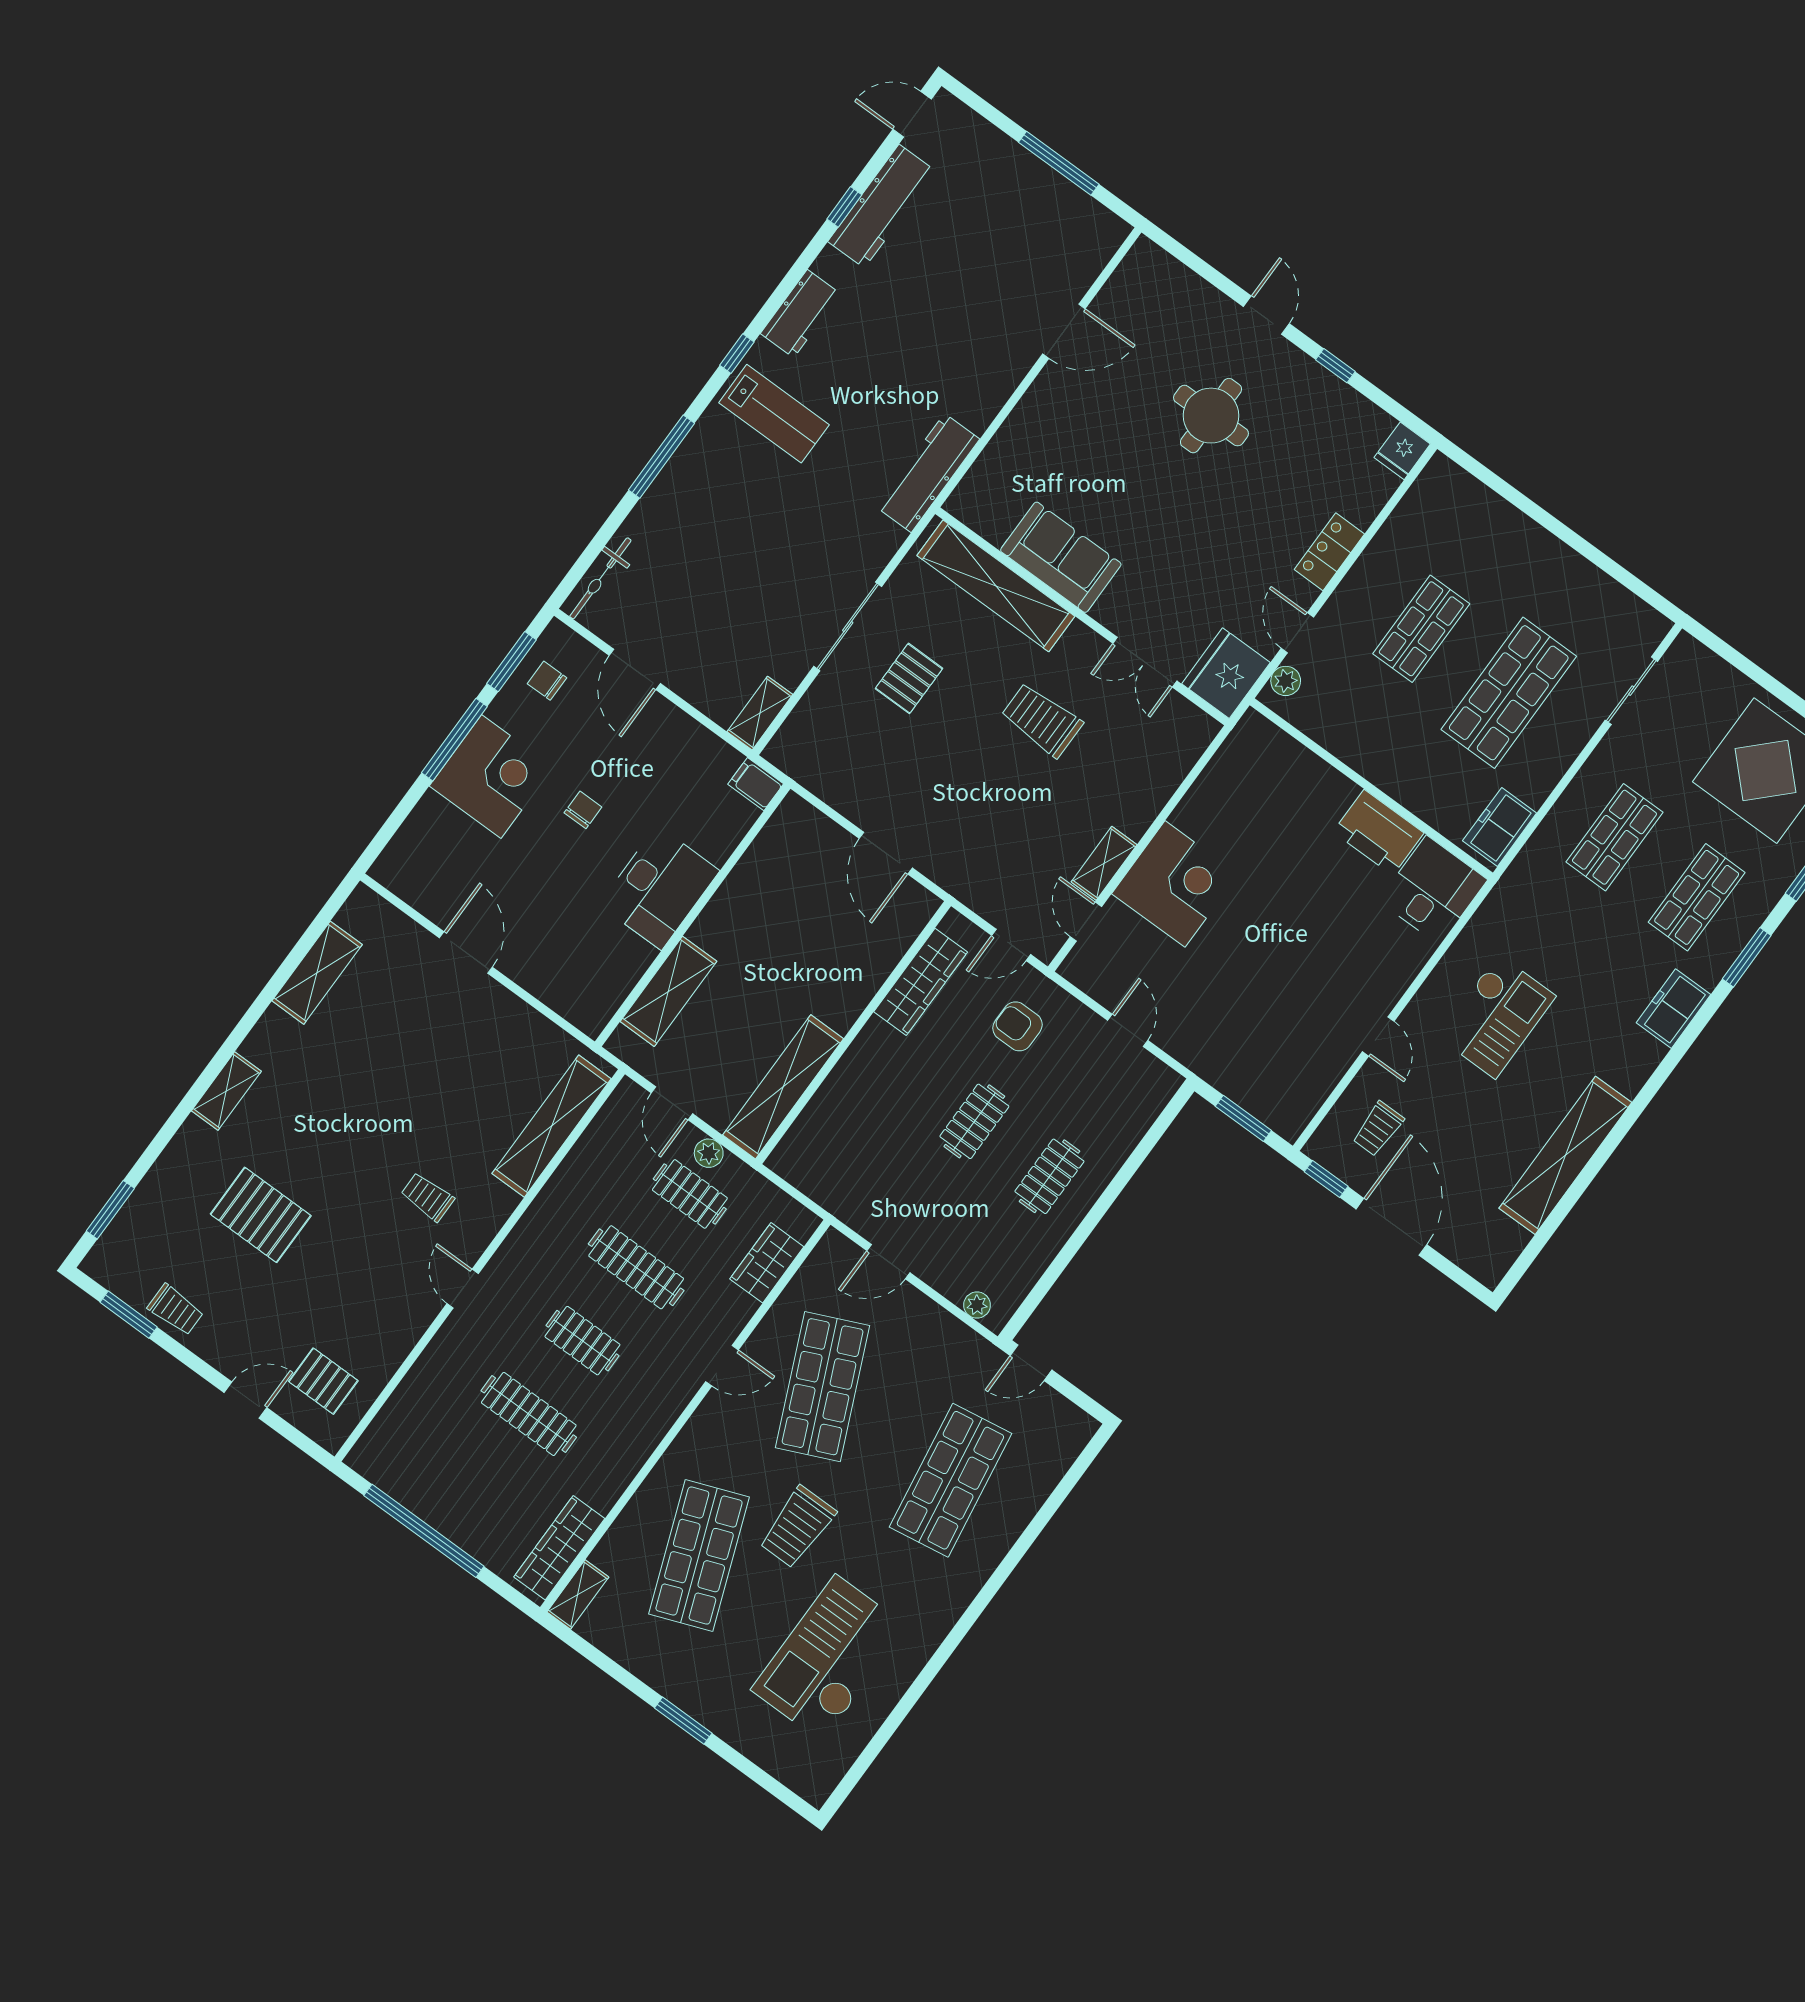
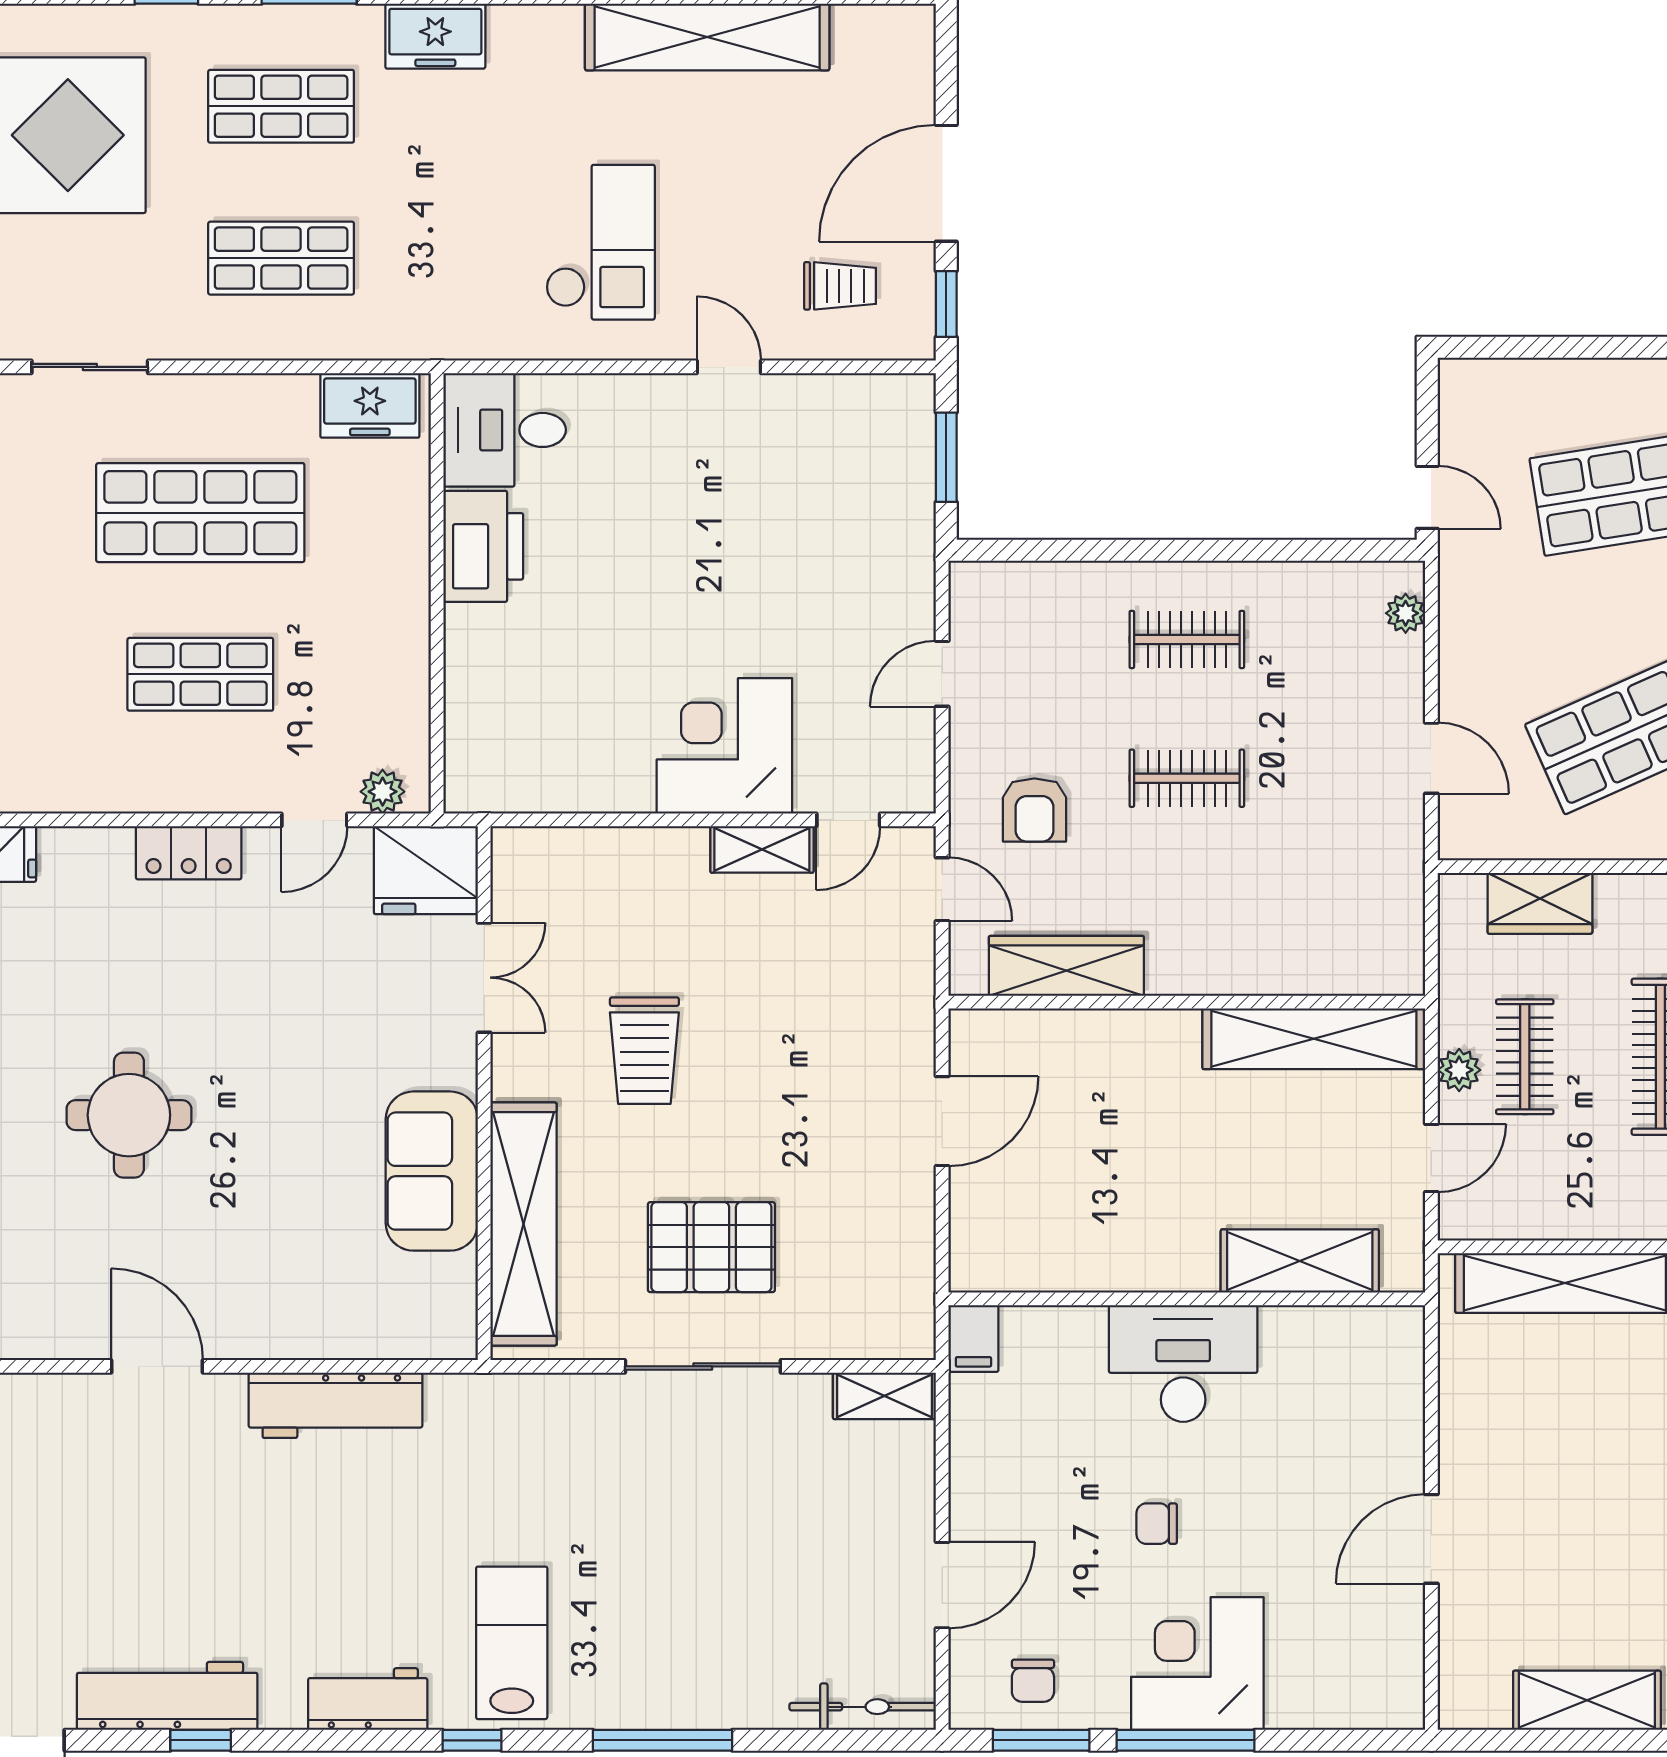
workbench: (928, 473) -> (335, 1405), moved
pallet: (909, 678) -> (711, 1247), width x1.50, depth x1.42
checkout: (1497, 1016) -> (600, 242), turned 90
door: (1378, 1036) -> (729, 367), hinge flipped

